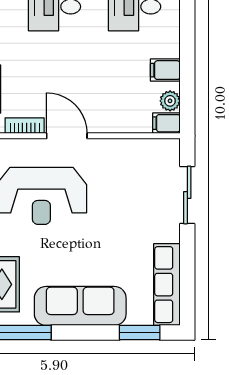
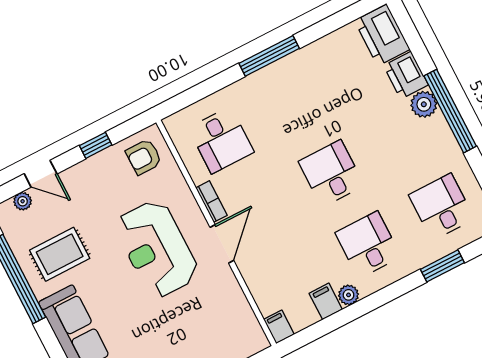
plant: (170, 101) -> (349, 295), moved

